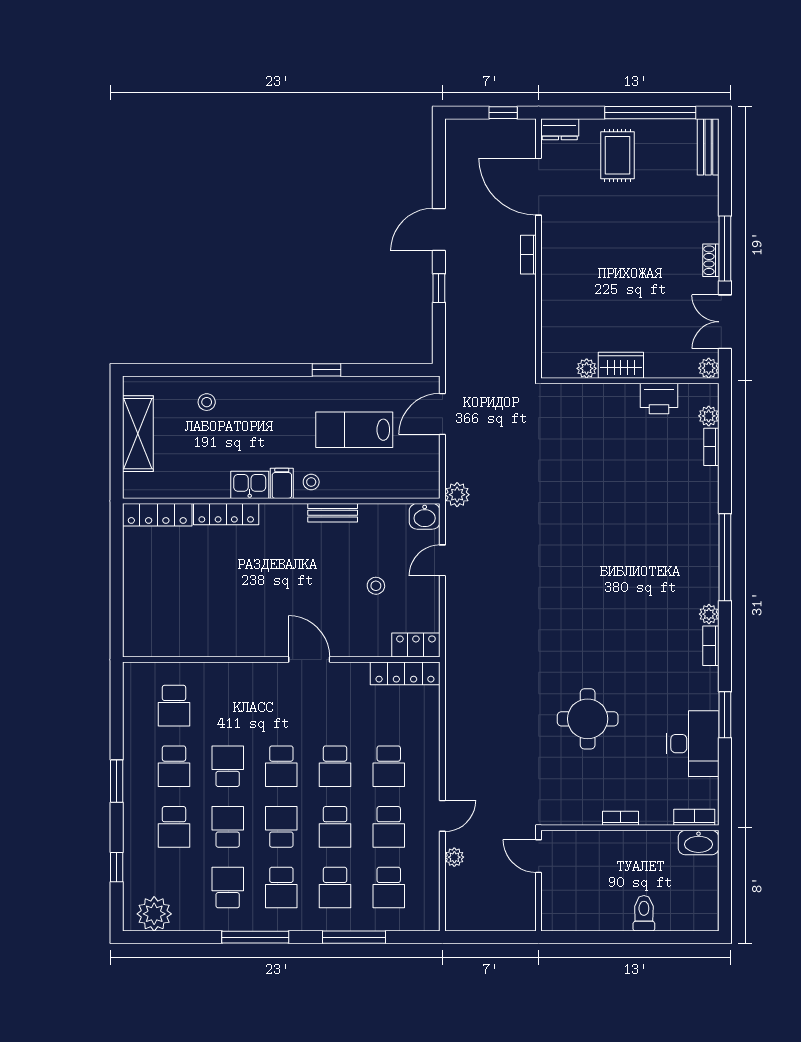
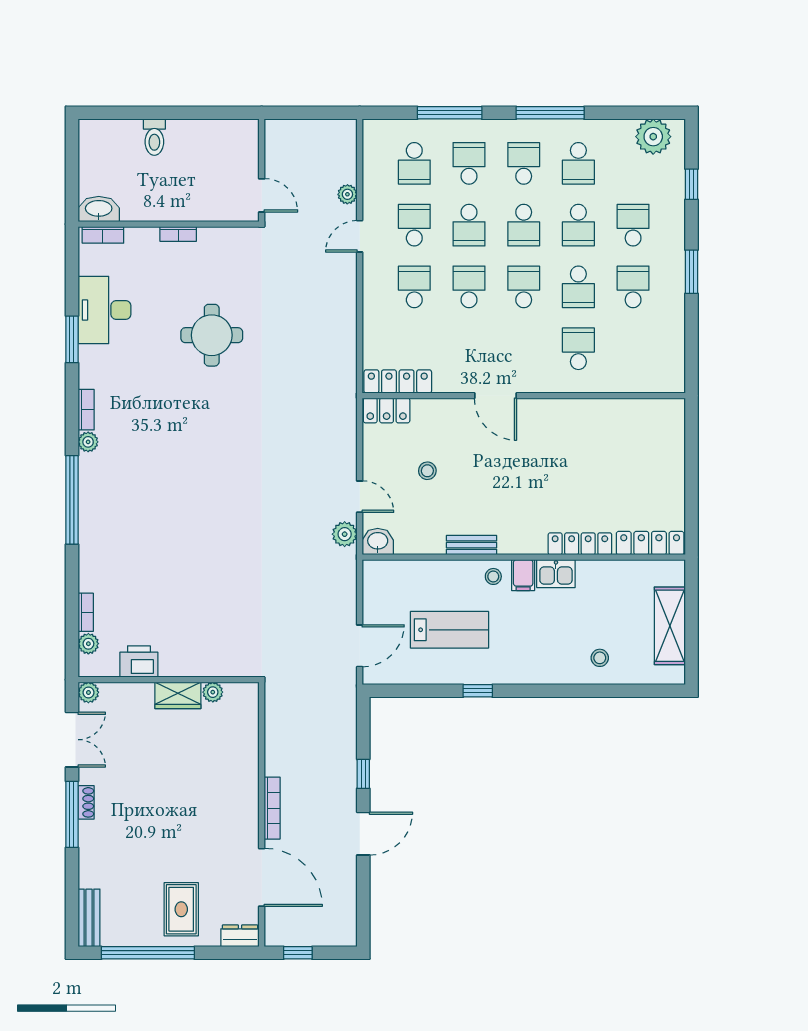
bookcase: (528, 255) -> (272, 808), width x1.56
plant: (457, 495) -> (345, 534), moved
door: (442, 560) -> (360, 497), hinge flipped
school desk: (174, 706) -> (578, 349), moved
school desk: (335, 827) -> (469, 225), turned 180
school desk: (389, 888) -> (414, 163), turned 180

